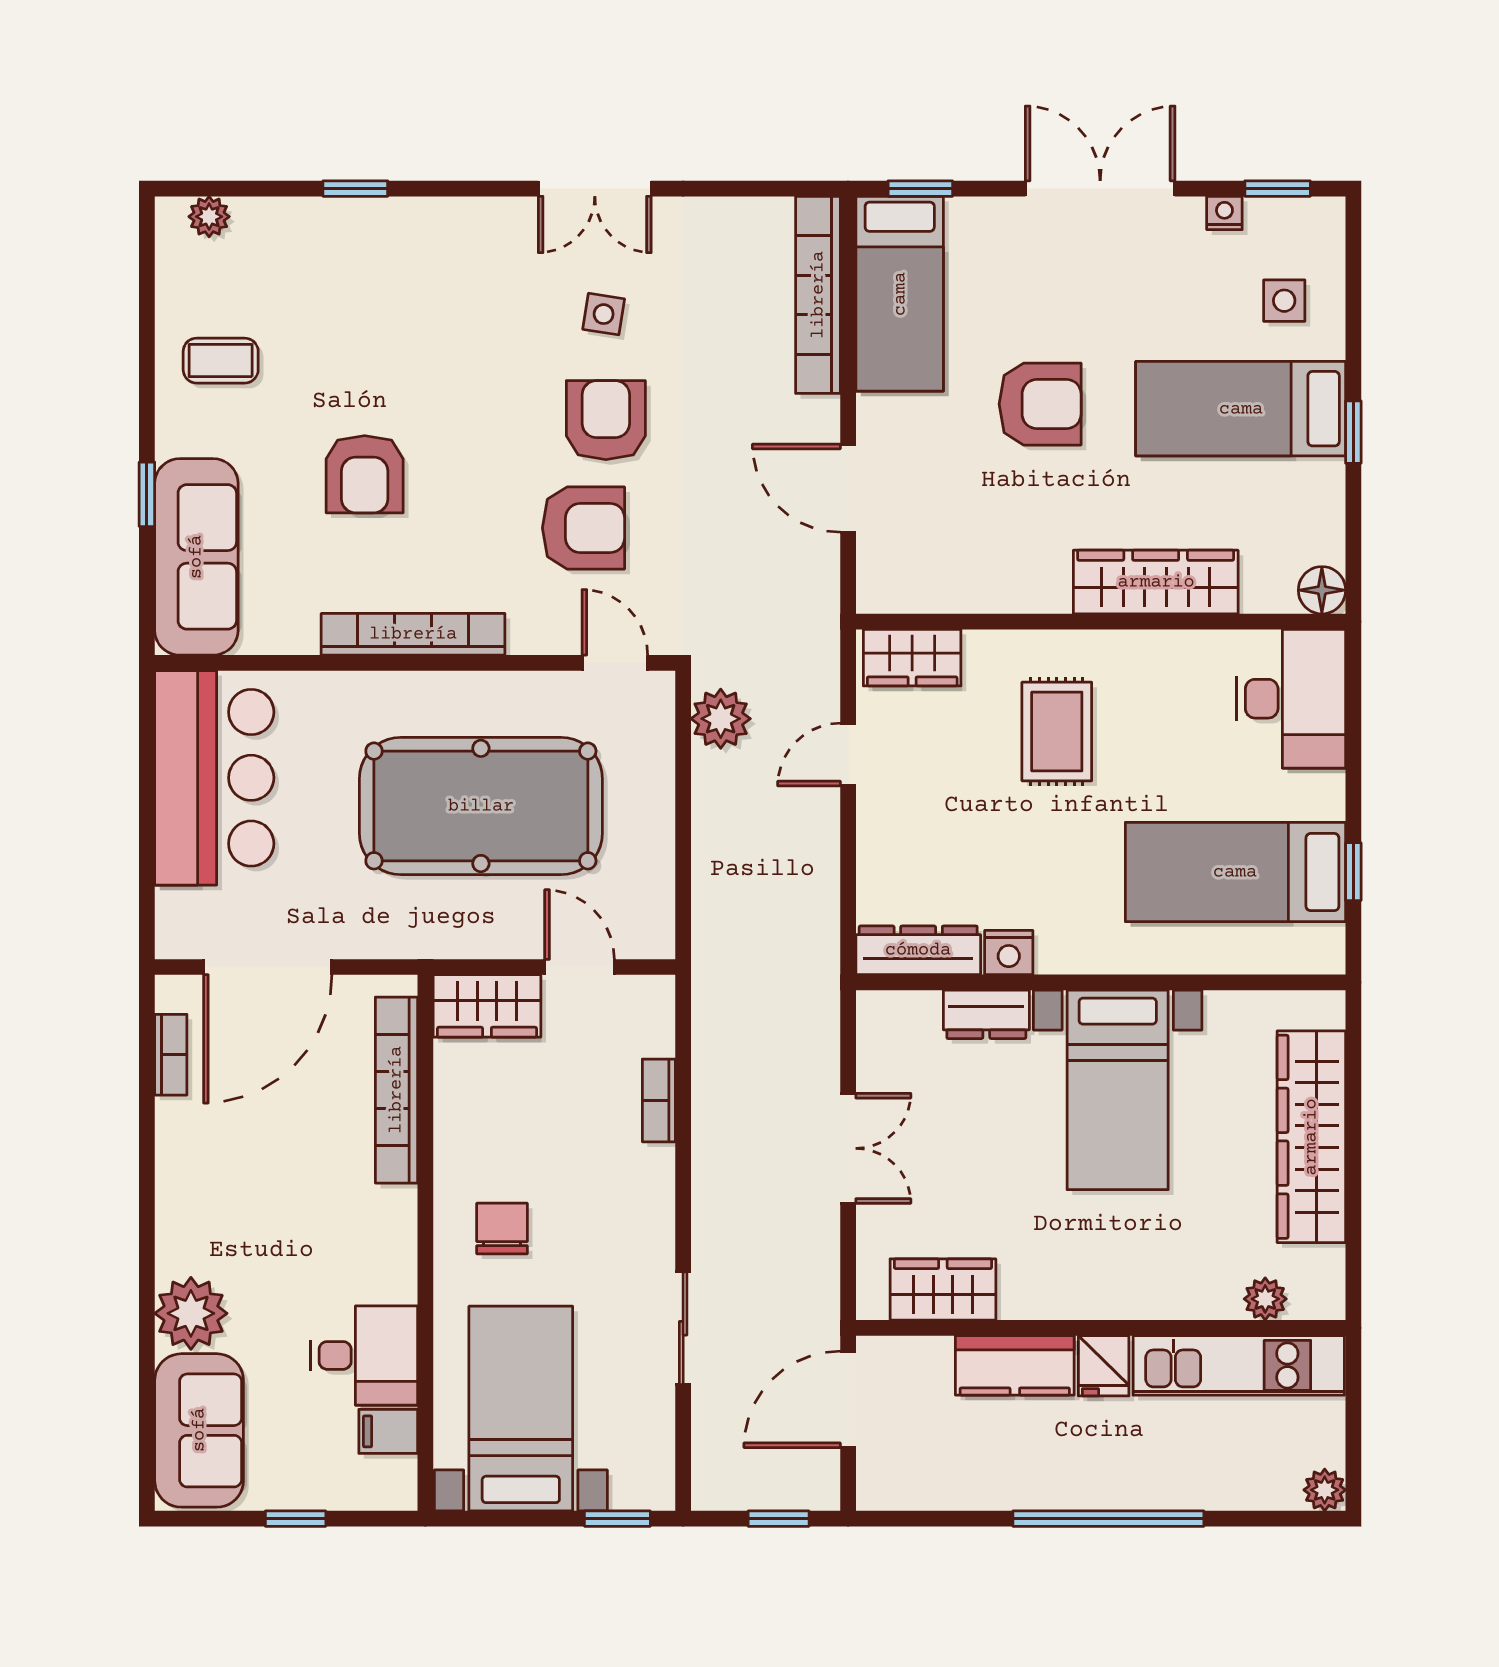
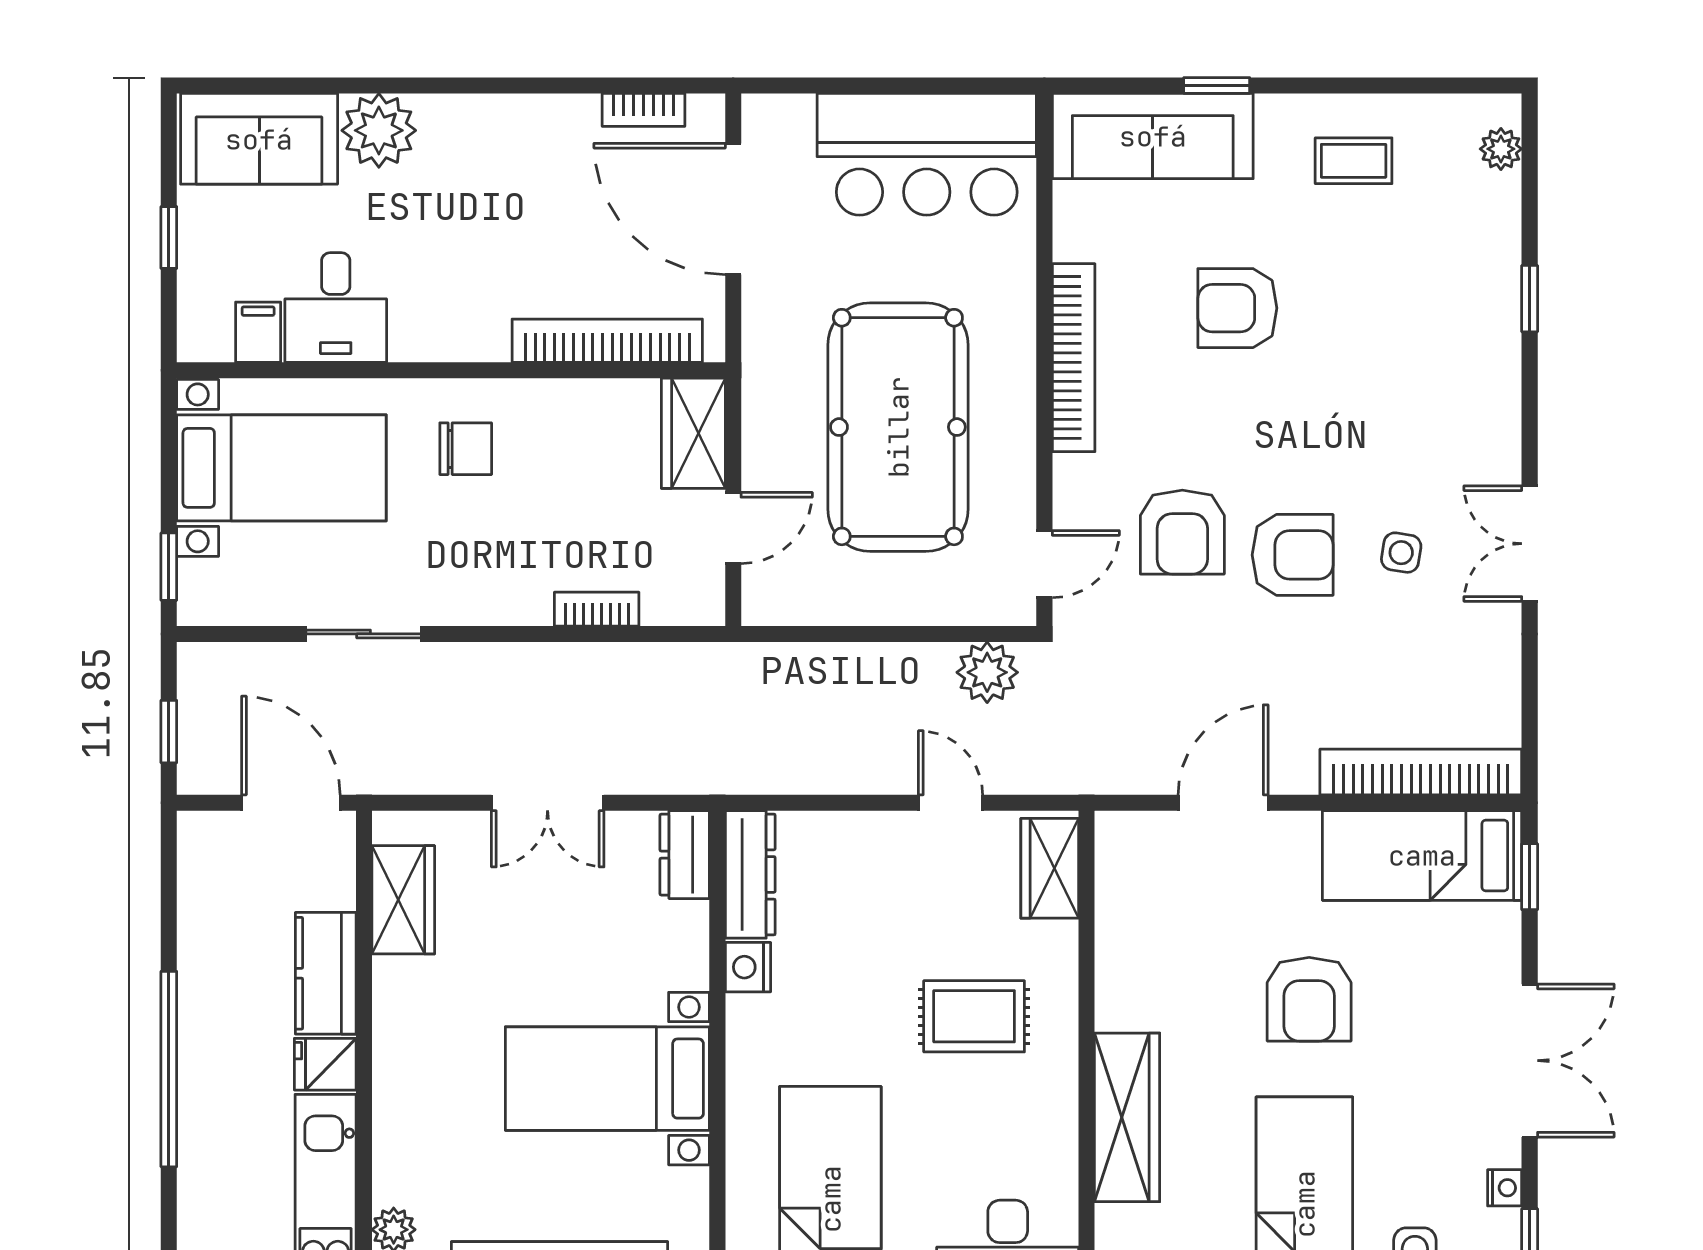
coffee table: (221, 361) -> (1354, 161), turned 90
dresser: (986, 1014) -> (685, 855), moved

